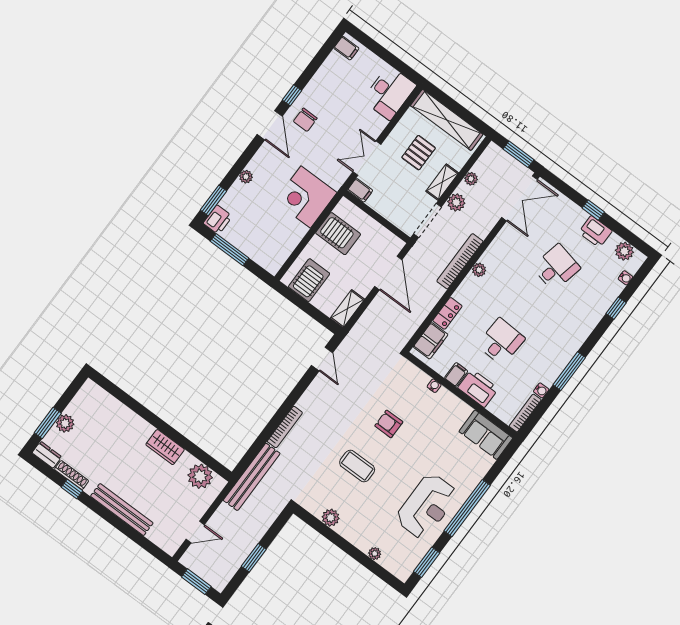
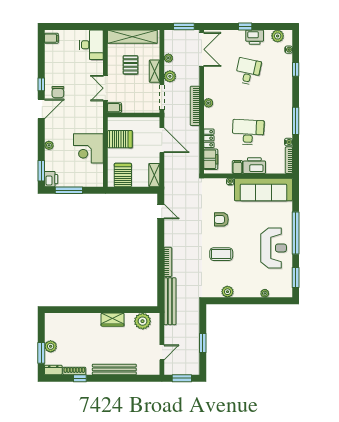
door: (270, 125) -> (41, 109), hinge flipped
corner desk: (306, 197) -> (88, 148), moved
desk: (501, 342) -> (248, 132), width x1.37
sofa: (486, 435) -> (263, 189), width x1.85, depth x1.27

